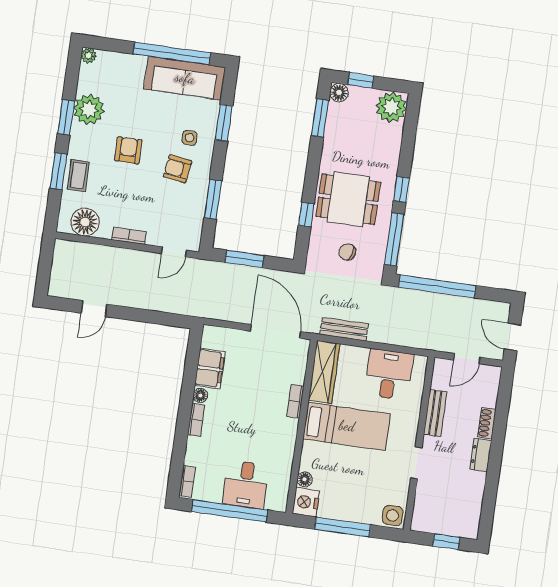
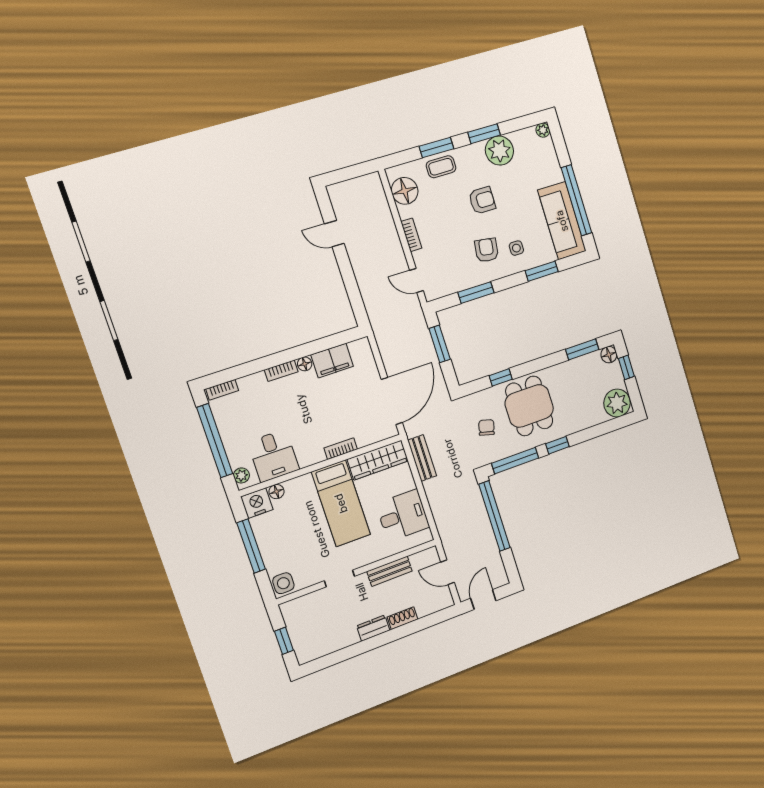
desk: (246, 484) -> (273, 456), moved, turned -90
plant: (273, 503) -> (241, 475), added

